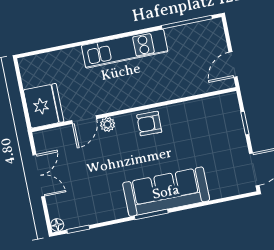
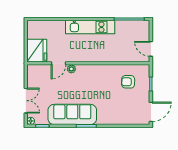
door: (233, 64) -> (151, 49), hinge flipped
armchair: (149, 124) -> (128, 82), moved
double door: (39, 176) -> (26, 101), moved
sofa: (166, 192) -> (72, 114), moved

